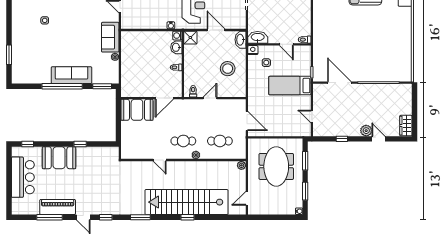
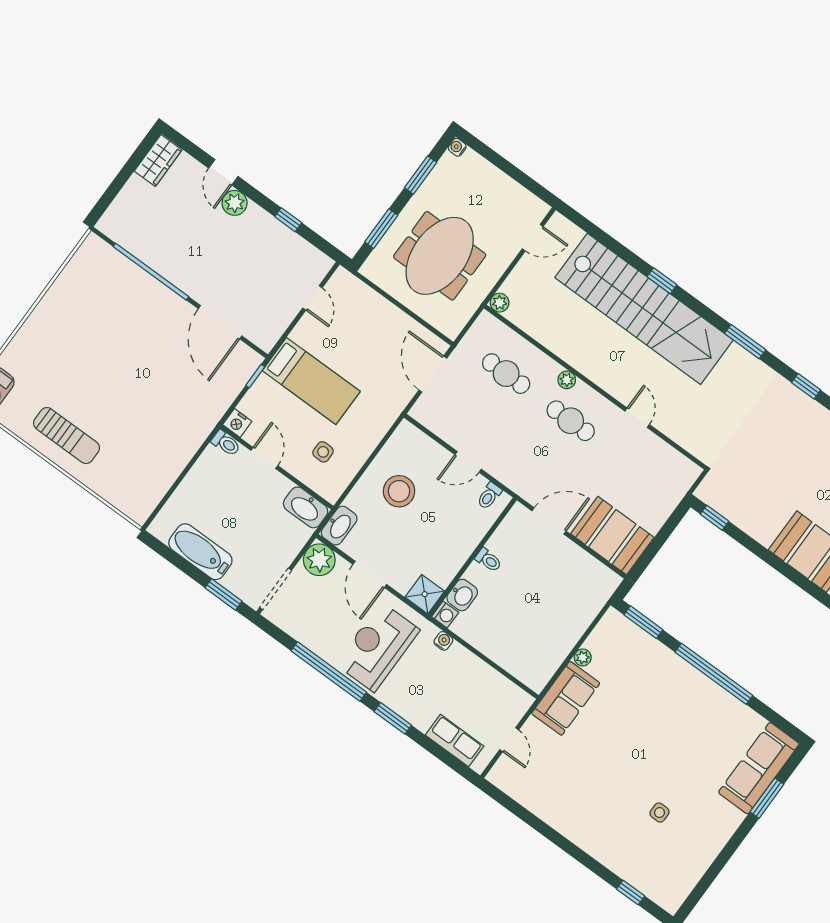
plant: (239, 22) -> (319, 560), added
nightstand: (253, 50) -> (237, 423), moved
sofa: (71, 75) -> (759, 768), moved, turned 90
window: (80, 144) -> (715, 518), moved

